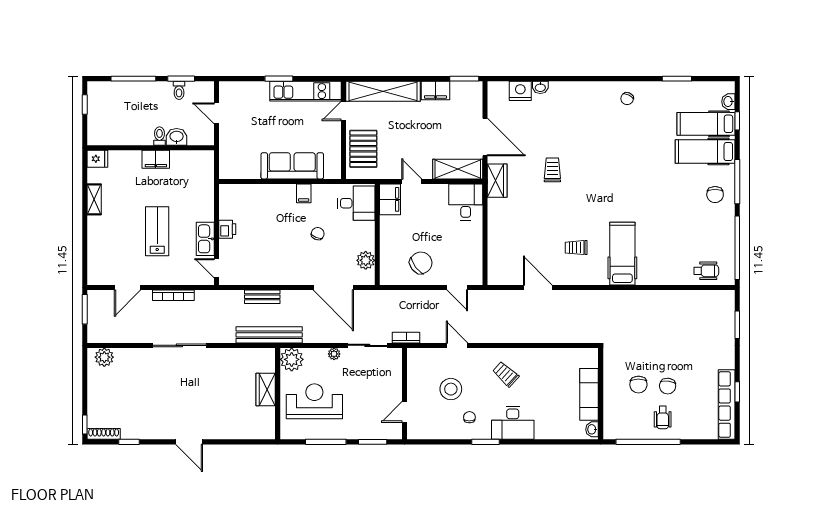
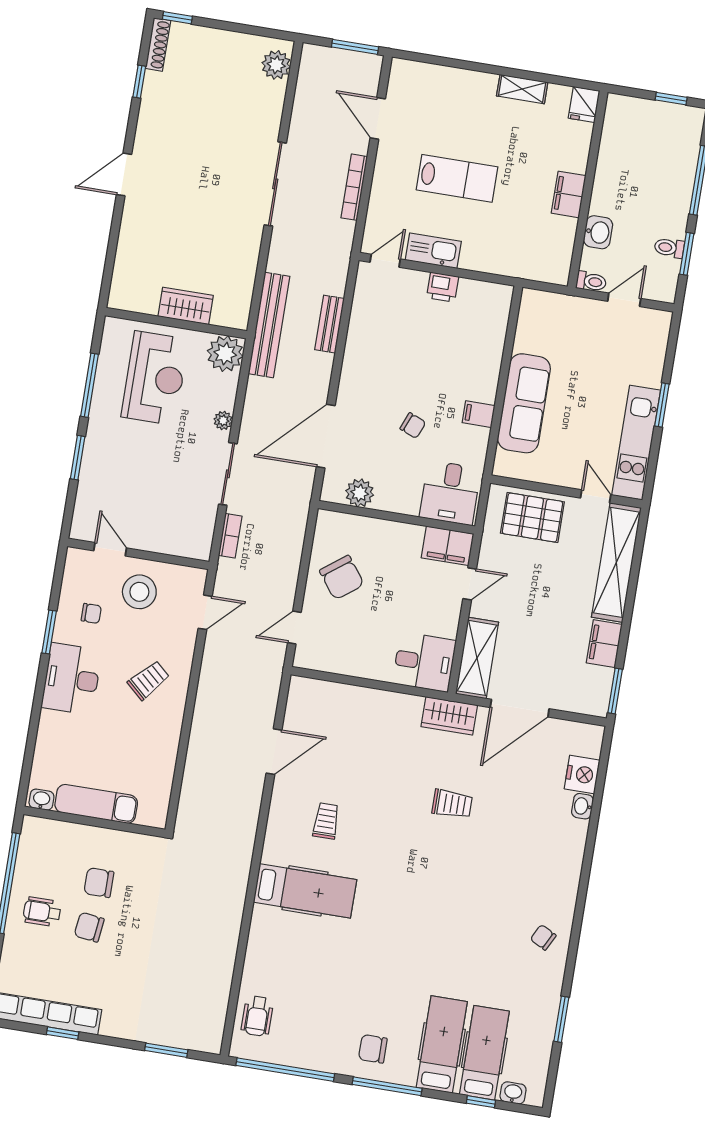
toilet: (159, 136) -> (591, 282), moved
wall: (405, 394) -> (138, 554), moved
door: (405, 412) -> (110, 549), moved

